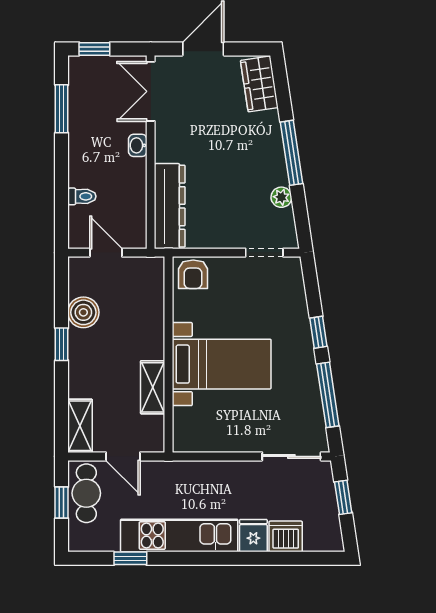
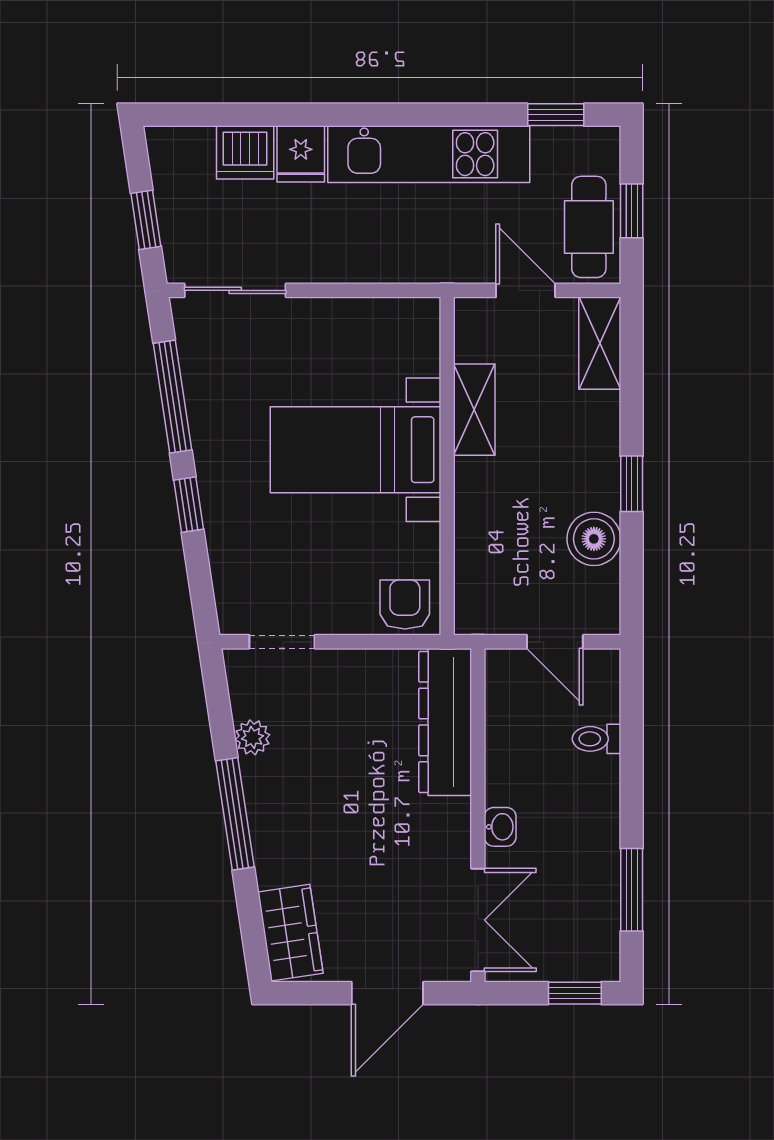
window: (130, 558) -> (556, 115), moved

